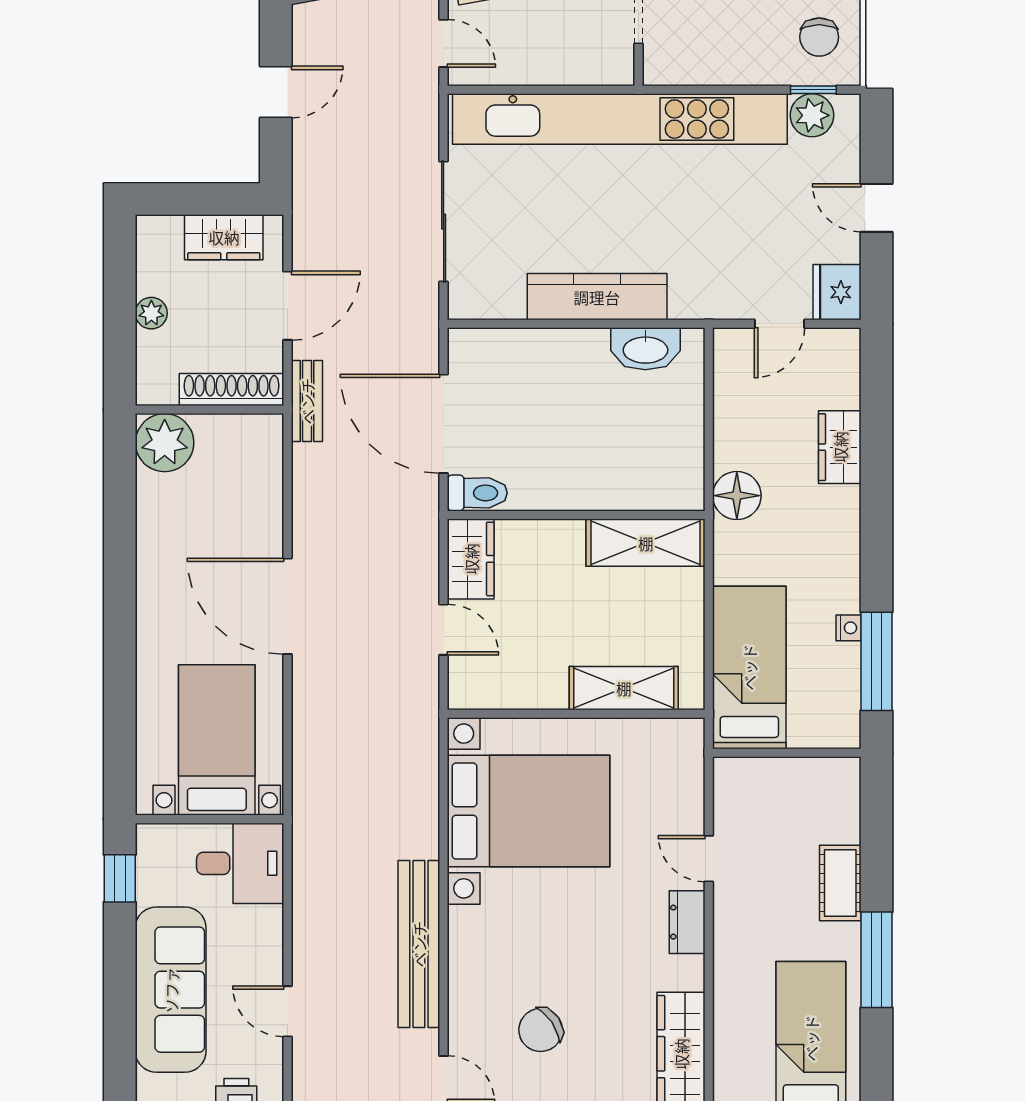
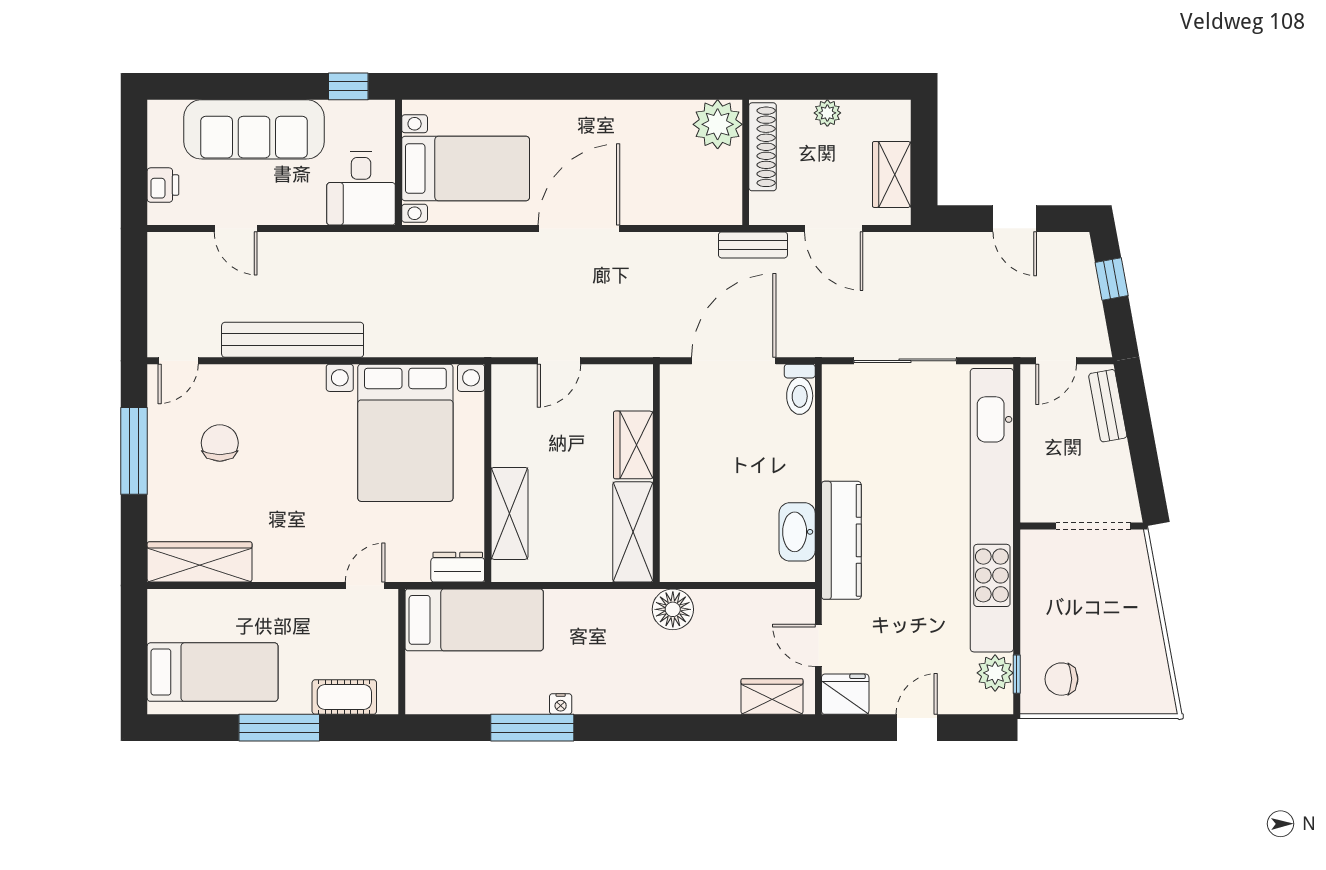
kitchen counter: (597, 297) -> (841, 540), moved
shoe rack: (232, 390) -> (763, 147), moved
wardrobe: (840, 447) -> (772, 697), moved
toilet: (477, 493) -> (800, 389), moved
wardrobe: (471, 559) -> (633, 445), moved, turned 90
bed: (749, 667) -> (474, 620), moved
wall: (787, 753) -> (402, 652), moved
dresser: (687, 922) -> (458, 567), moved
door: (288, 1011) -> (236, 228), swing flipped
chair: (541, 1030) -> (220, 443), turned 34

